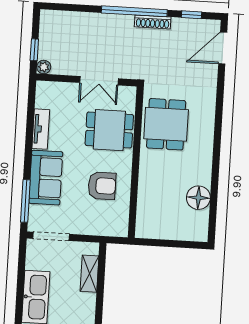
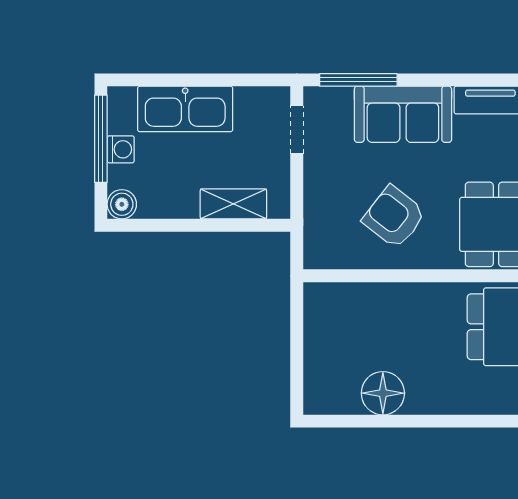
armchair: (102, 186) -> (394, 217), turned 128
doorway: (51, 236) -> (297, 130), width x0.73

